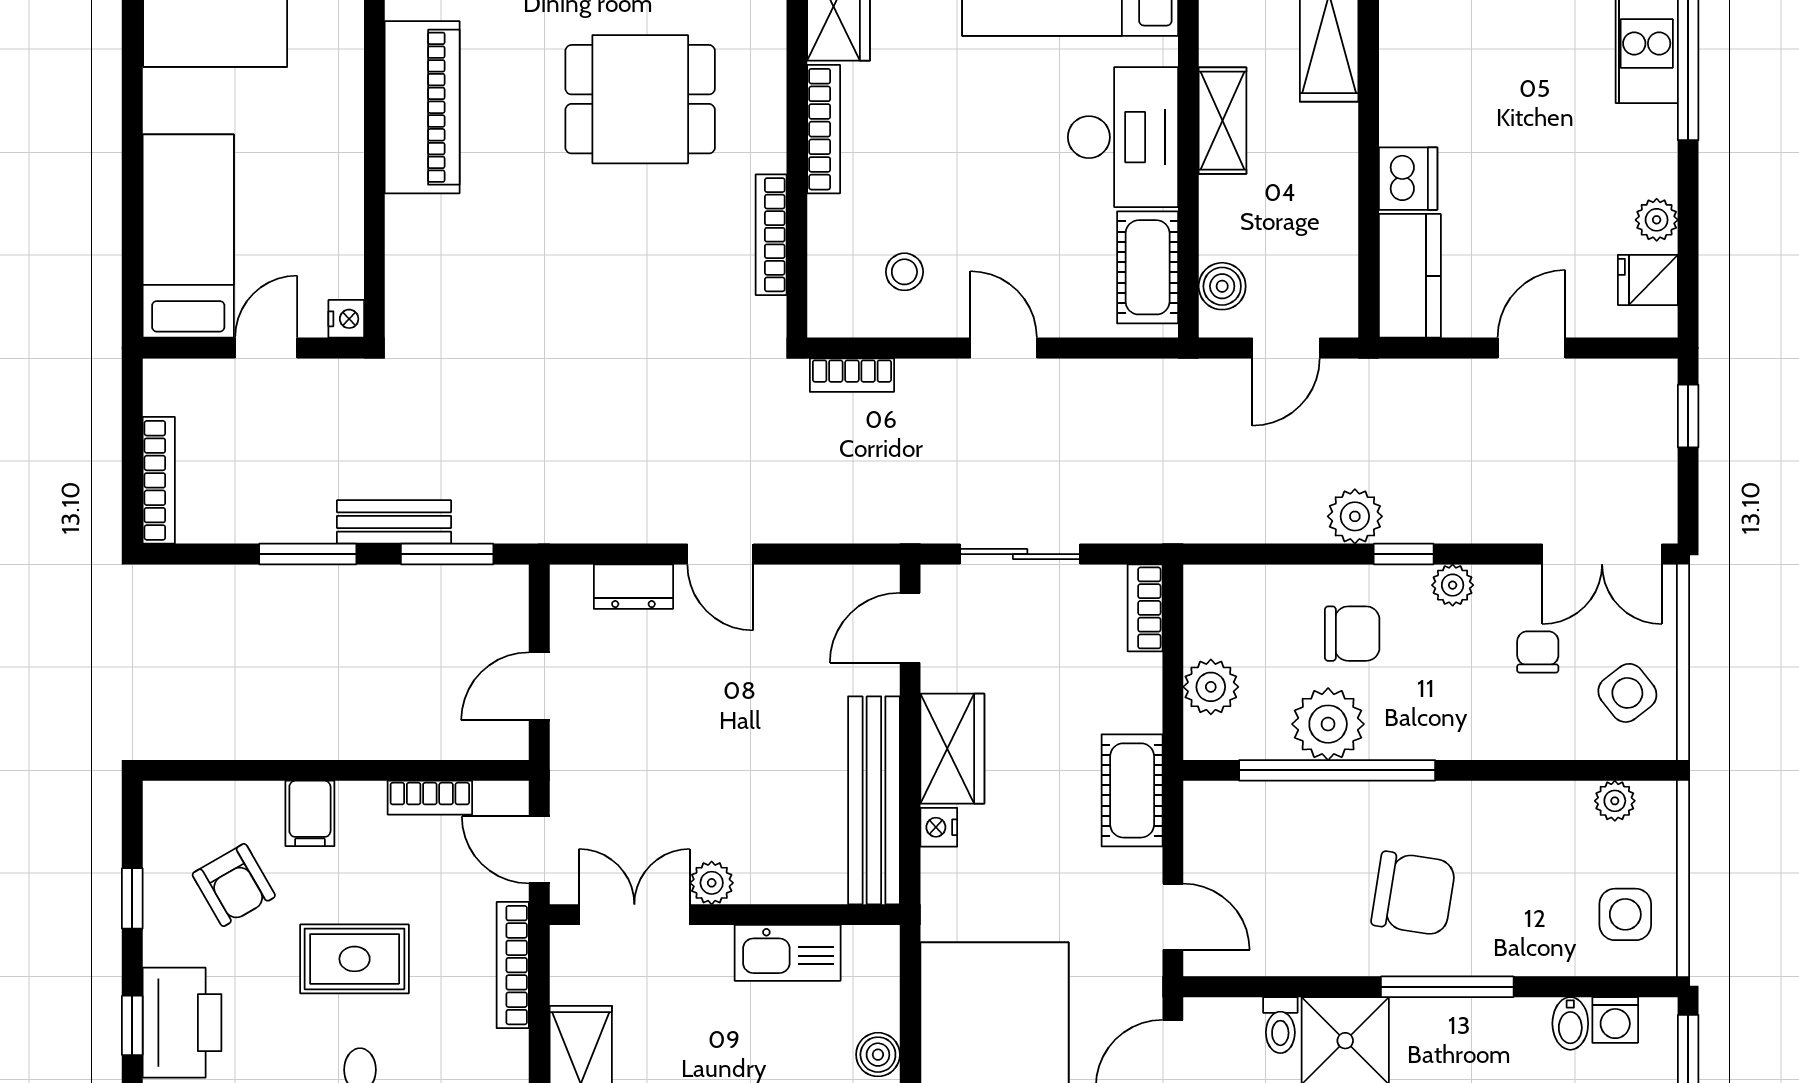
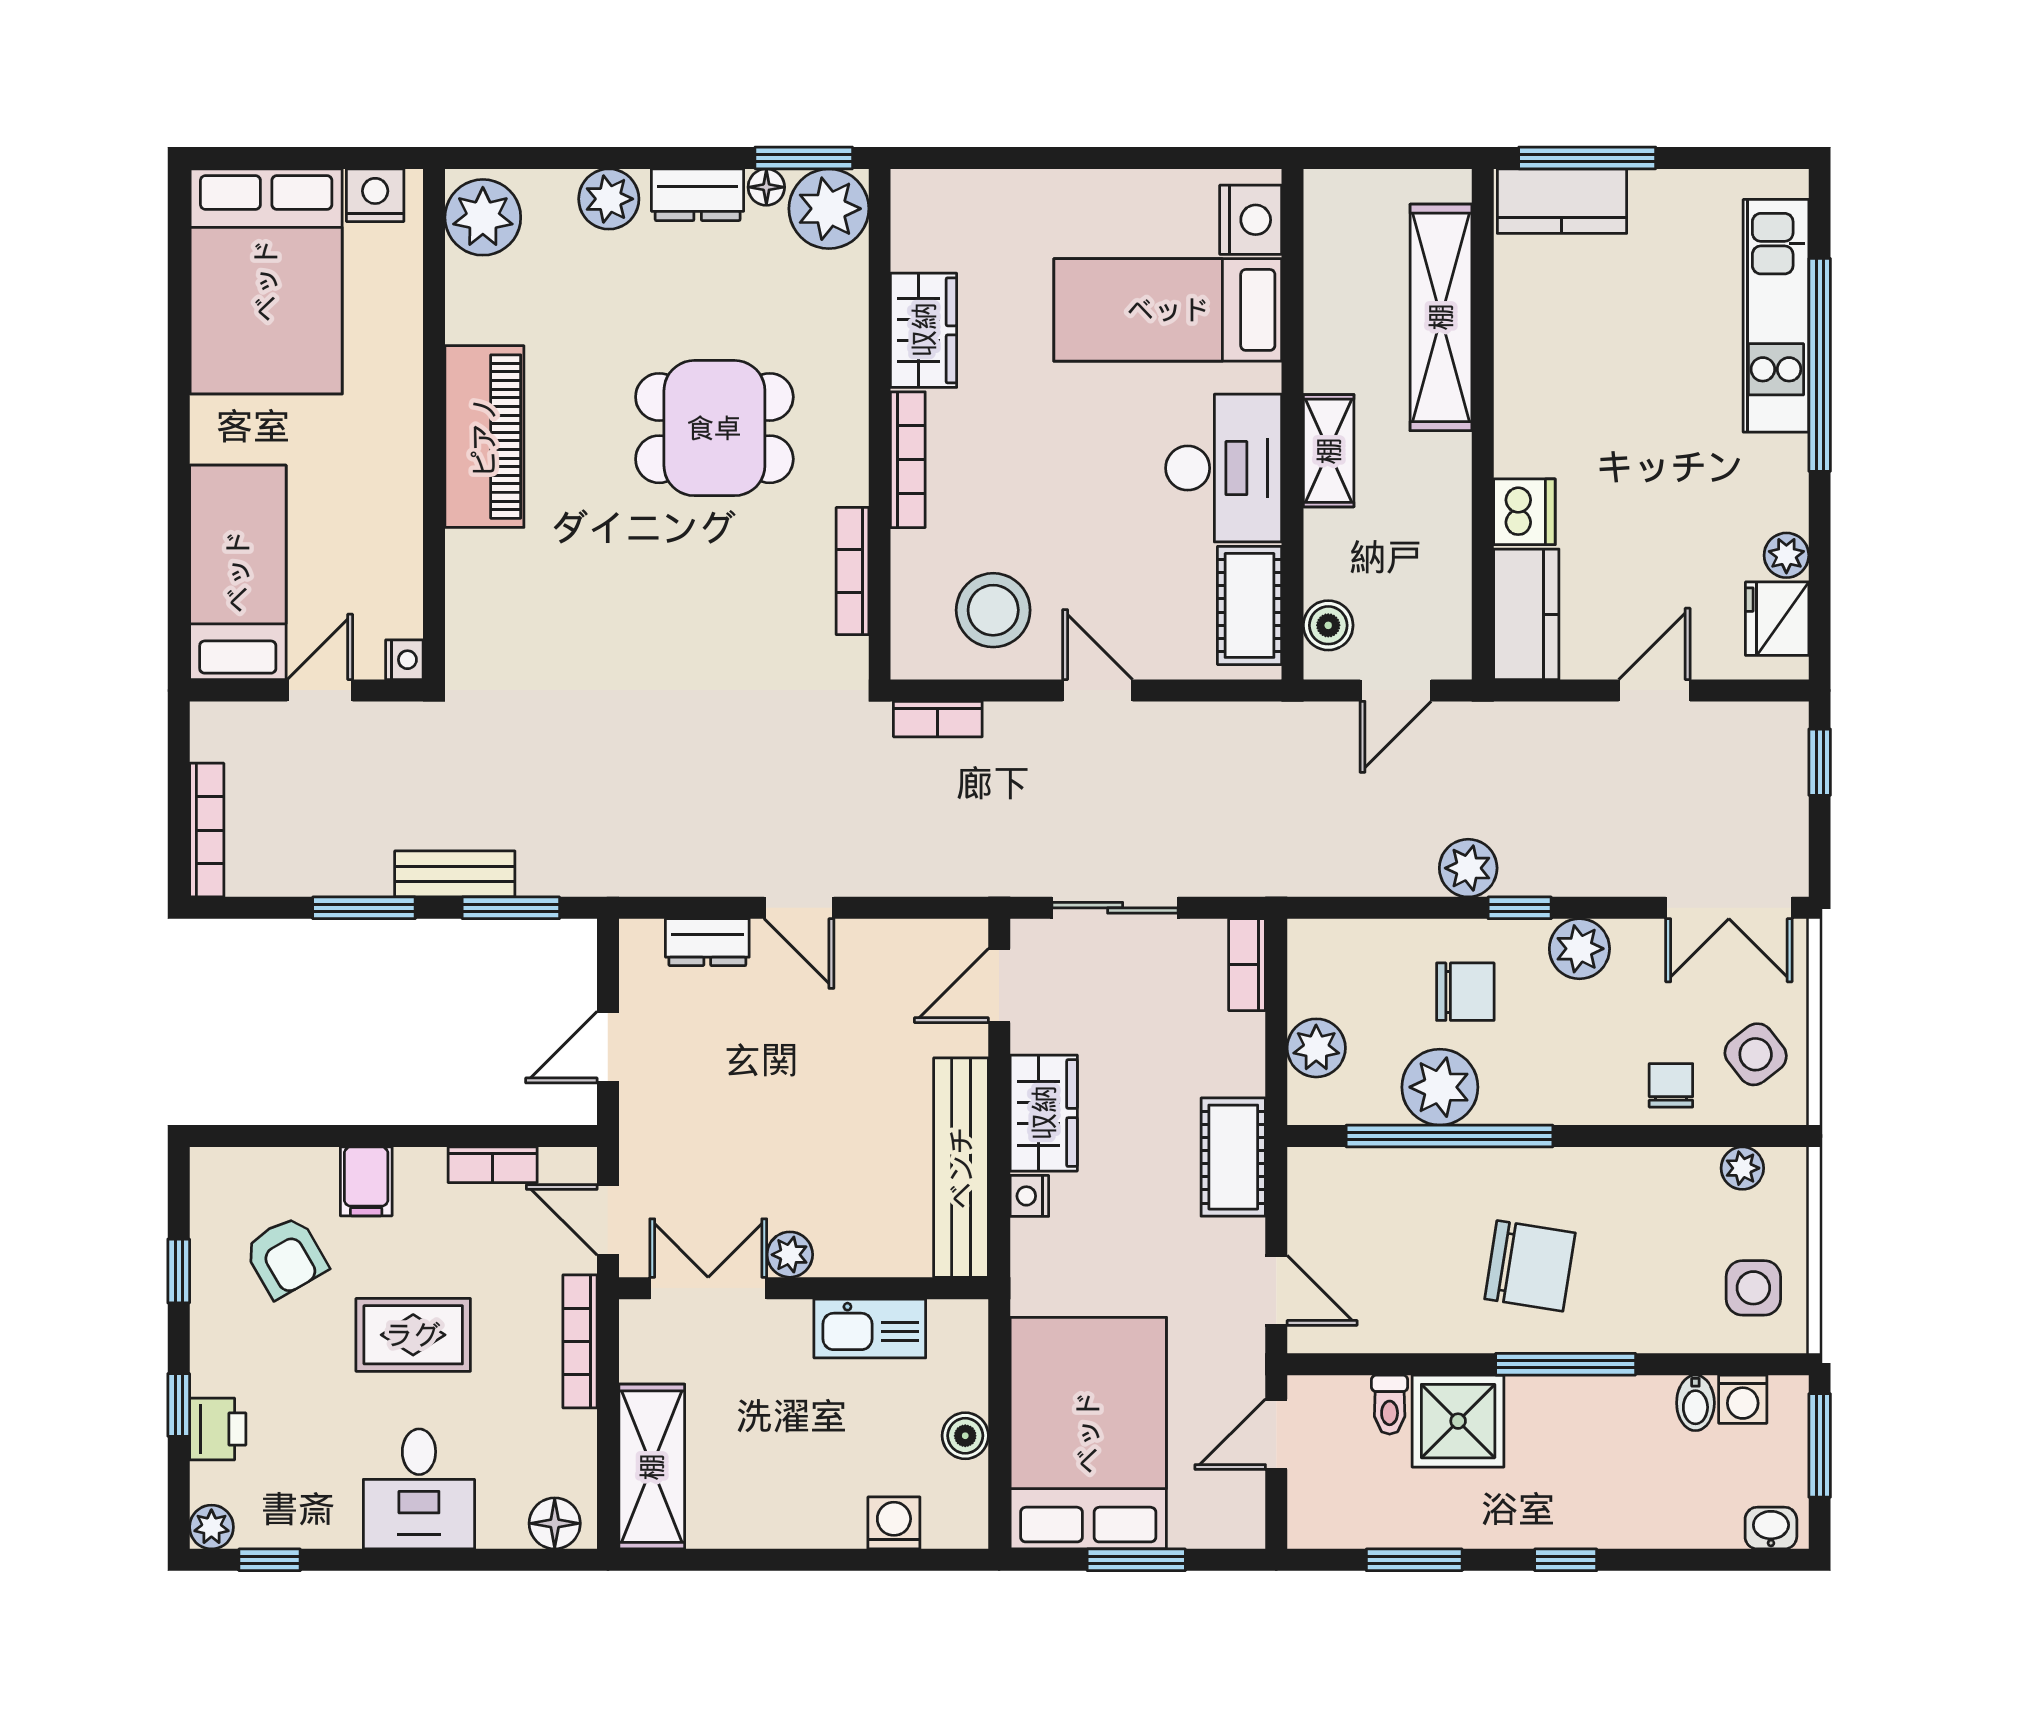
stool: (904, 272) -> (993, 610), width x1.89, depth x1.89
fridge: (1648, 280) -> (1777, 619), width x1.38
plant: (1453, 585) -> (1579, 949), width x1.38, depth x1.38
chair: (1538, 652) -> (1671, 1085), moved
printer: (182, 1023) -> (218, 1429), width x0.53, depth x0.68

